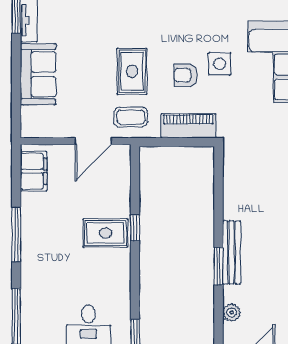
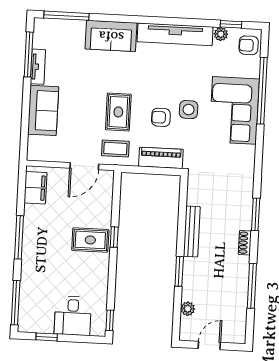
bench: (232, 252) -> (192, 231), moved

